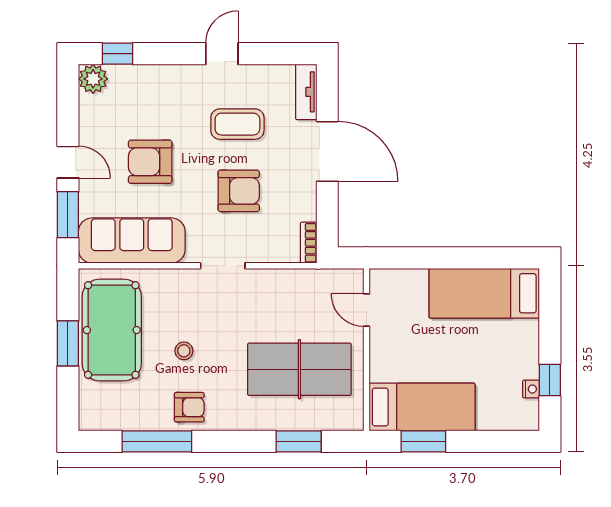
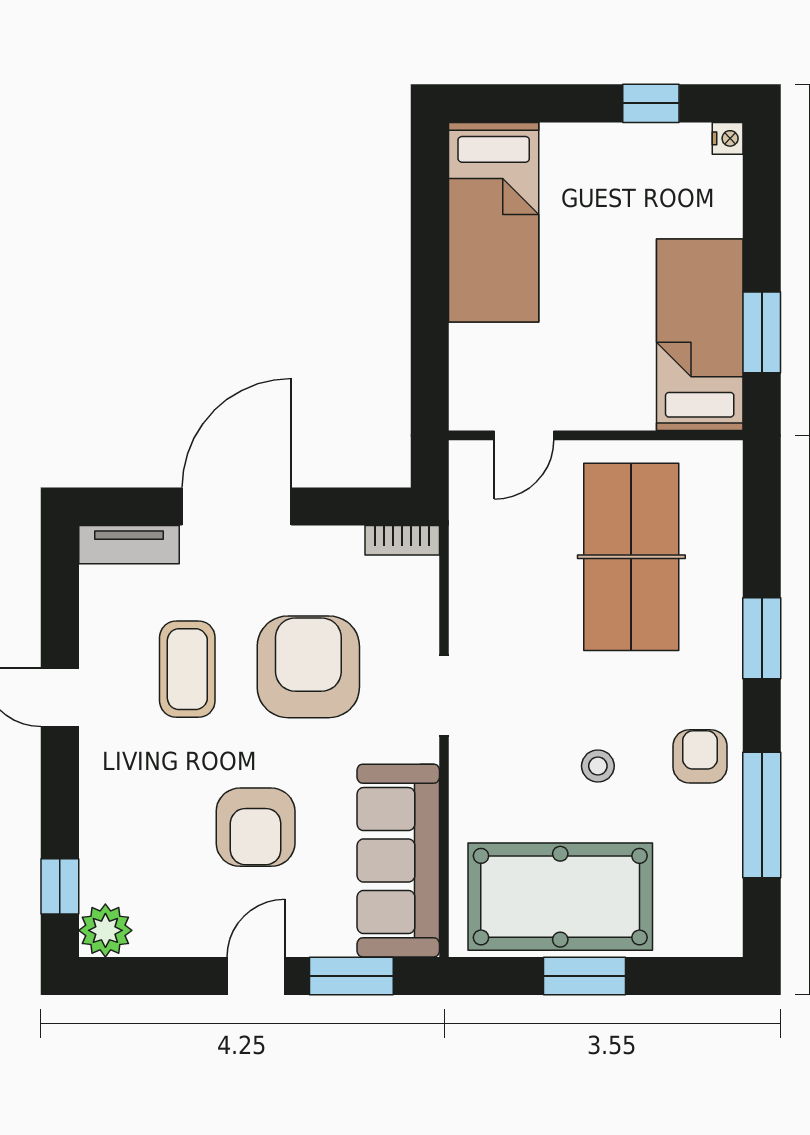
armchair: (239, 191) -> (308, 667), width x1.36, depth x1.36
nightstand: (531, 389) -> (728, 138), moved, turned 90
window: (299, 441) -> (762, 638), moved

